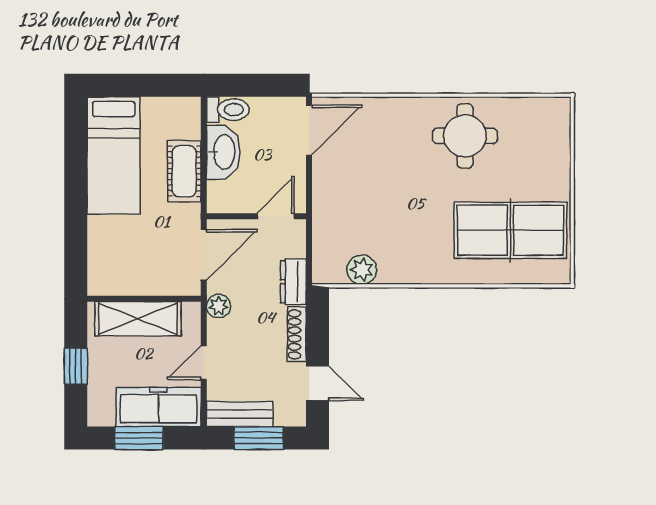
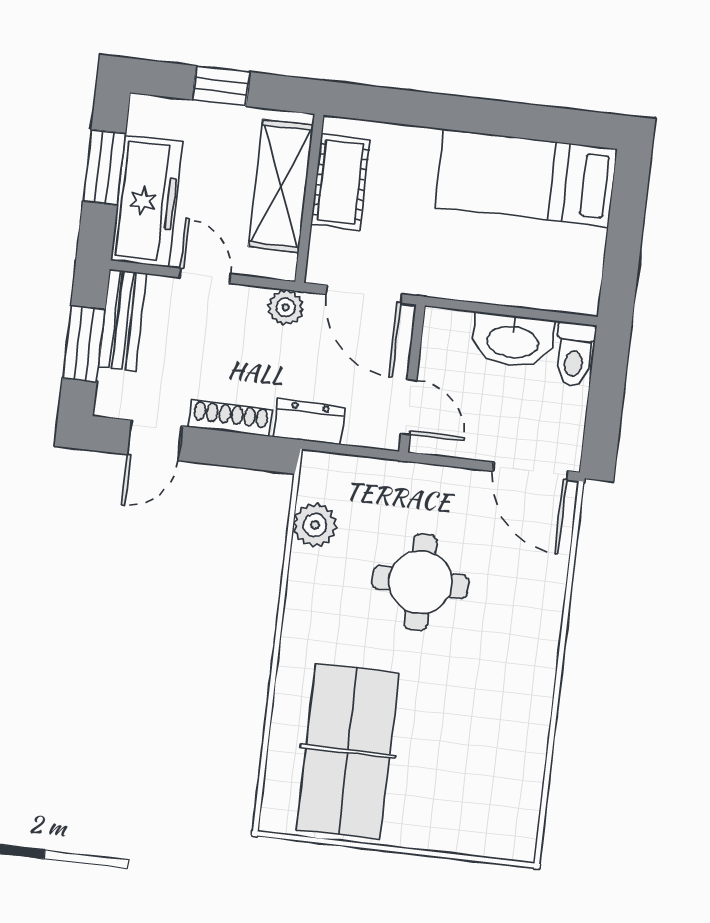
round table: (465, 136) -> (420, 582), moved
cot: (184, 171) -> (340, 182), moved, turned 90

